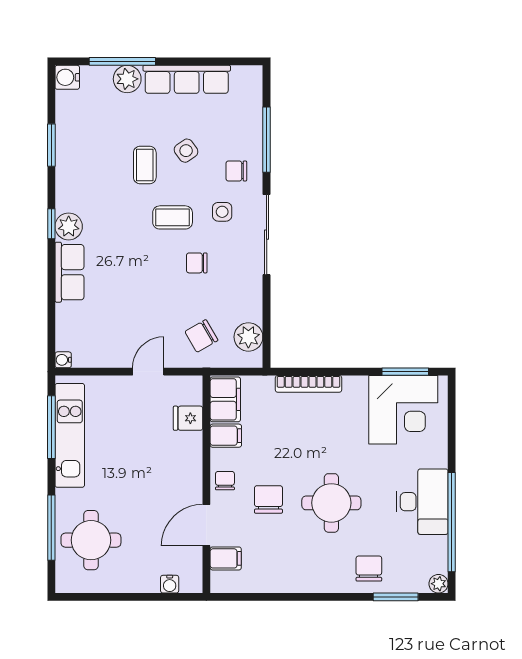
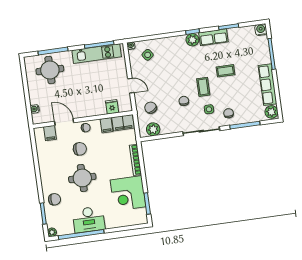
plant: (127, 79) -> (271, 112), moved
side table: (186, 151) -> (148, 55), moved
row of seats: (69, 272) -> (213, 37), moved
corner desk: (403, 410) -> (128, 193), moved

